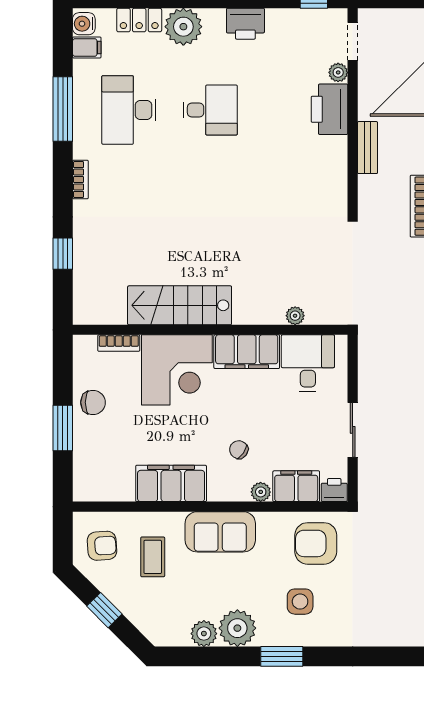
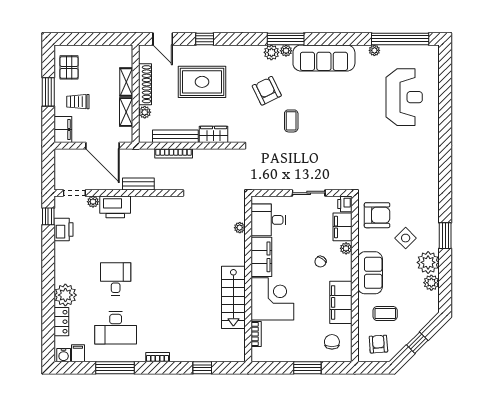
printer: (245, 24) -> (64, 230), moved
chair: (93, 402) -> (332, 342), moved
armchair: (316, 543) -> (377, 215), turned -90
side table: (300, 602) -> (406, 238), moved, turned 45

